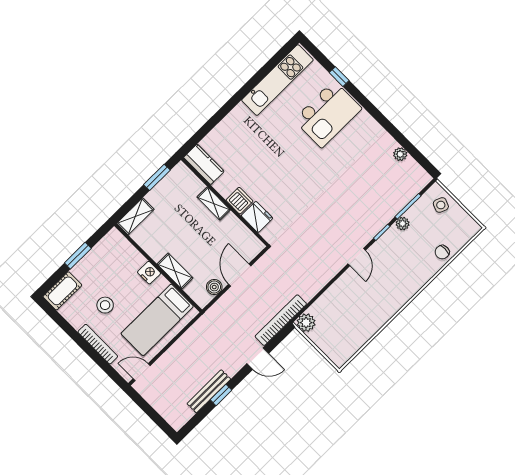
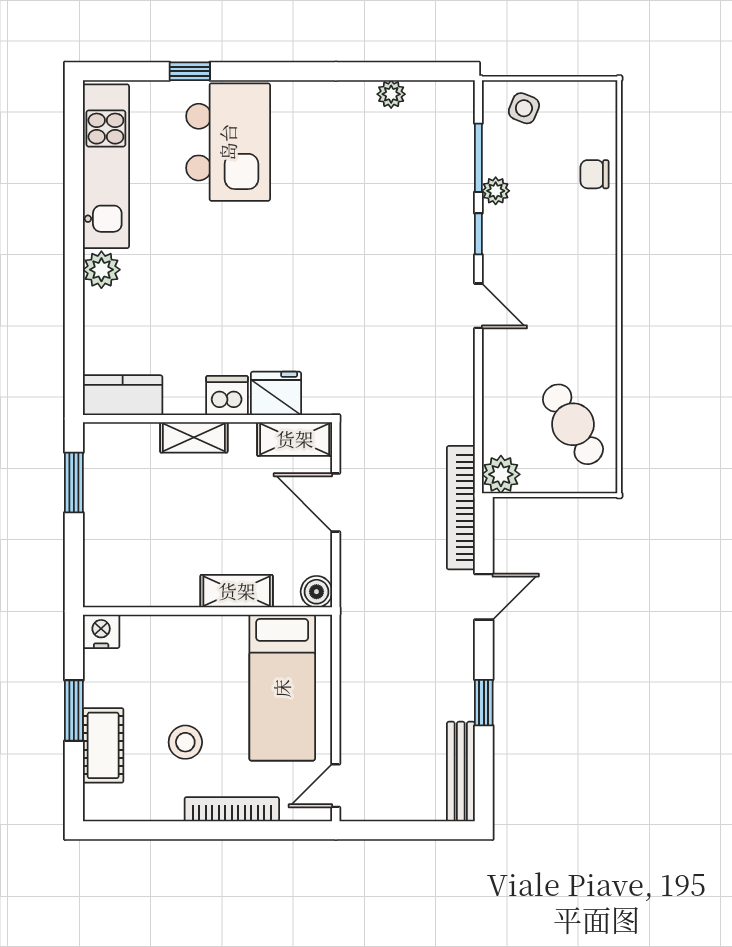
plant: (240, 114) -> (101, 270), added
shelving: (135, 216) -> (295, 439), moved, turned 90
chair: (442, 252) -> (595, 174), turned 90
nightstand: (149, 273) -> (101, 631), moved
boiler: (214, 287) -> (316, 592), moved
cot: (62, 291) -> (103, 745), moved
cafe table: (348, 330) -> (573, 424), added
bench: (209, 391) -> (461, 771), moved

